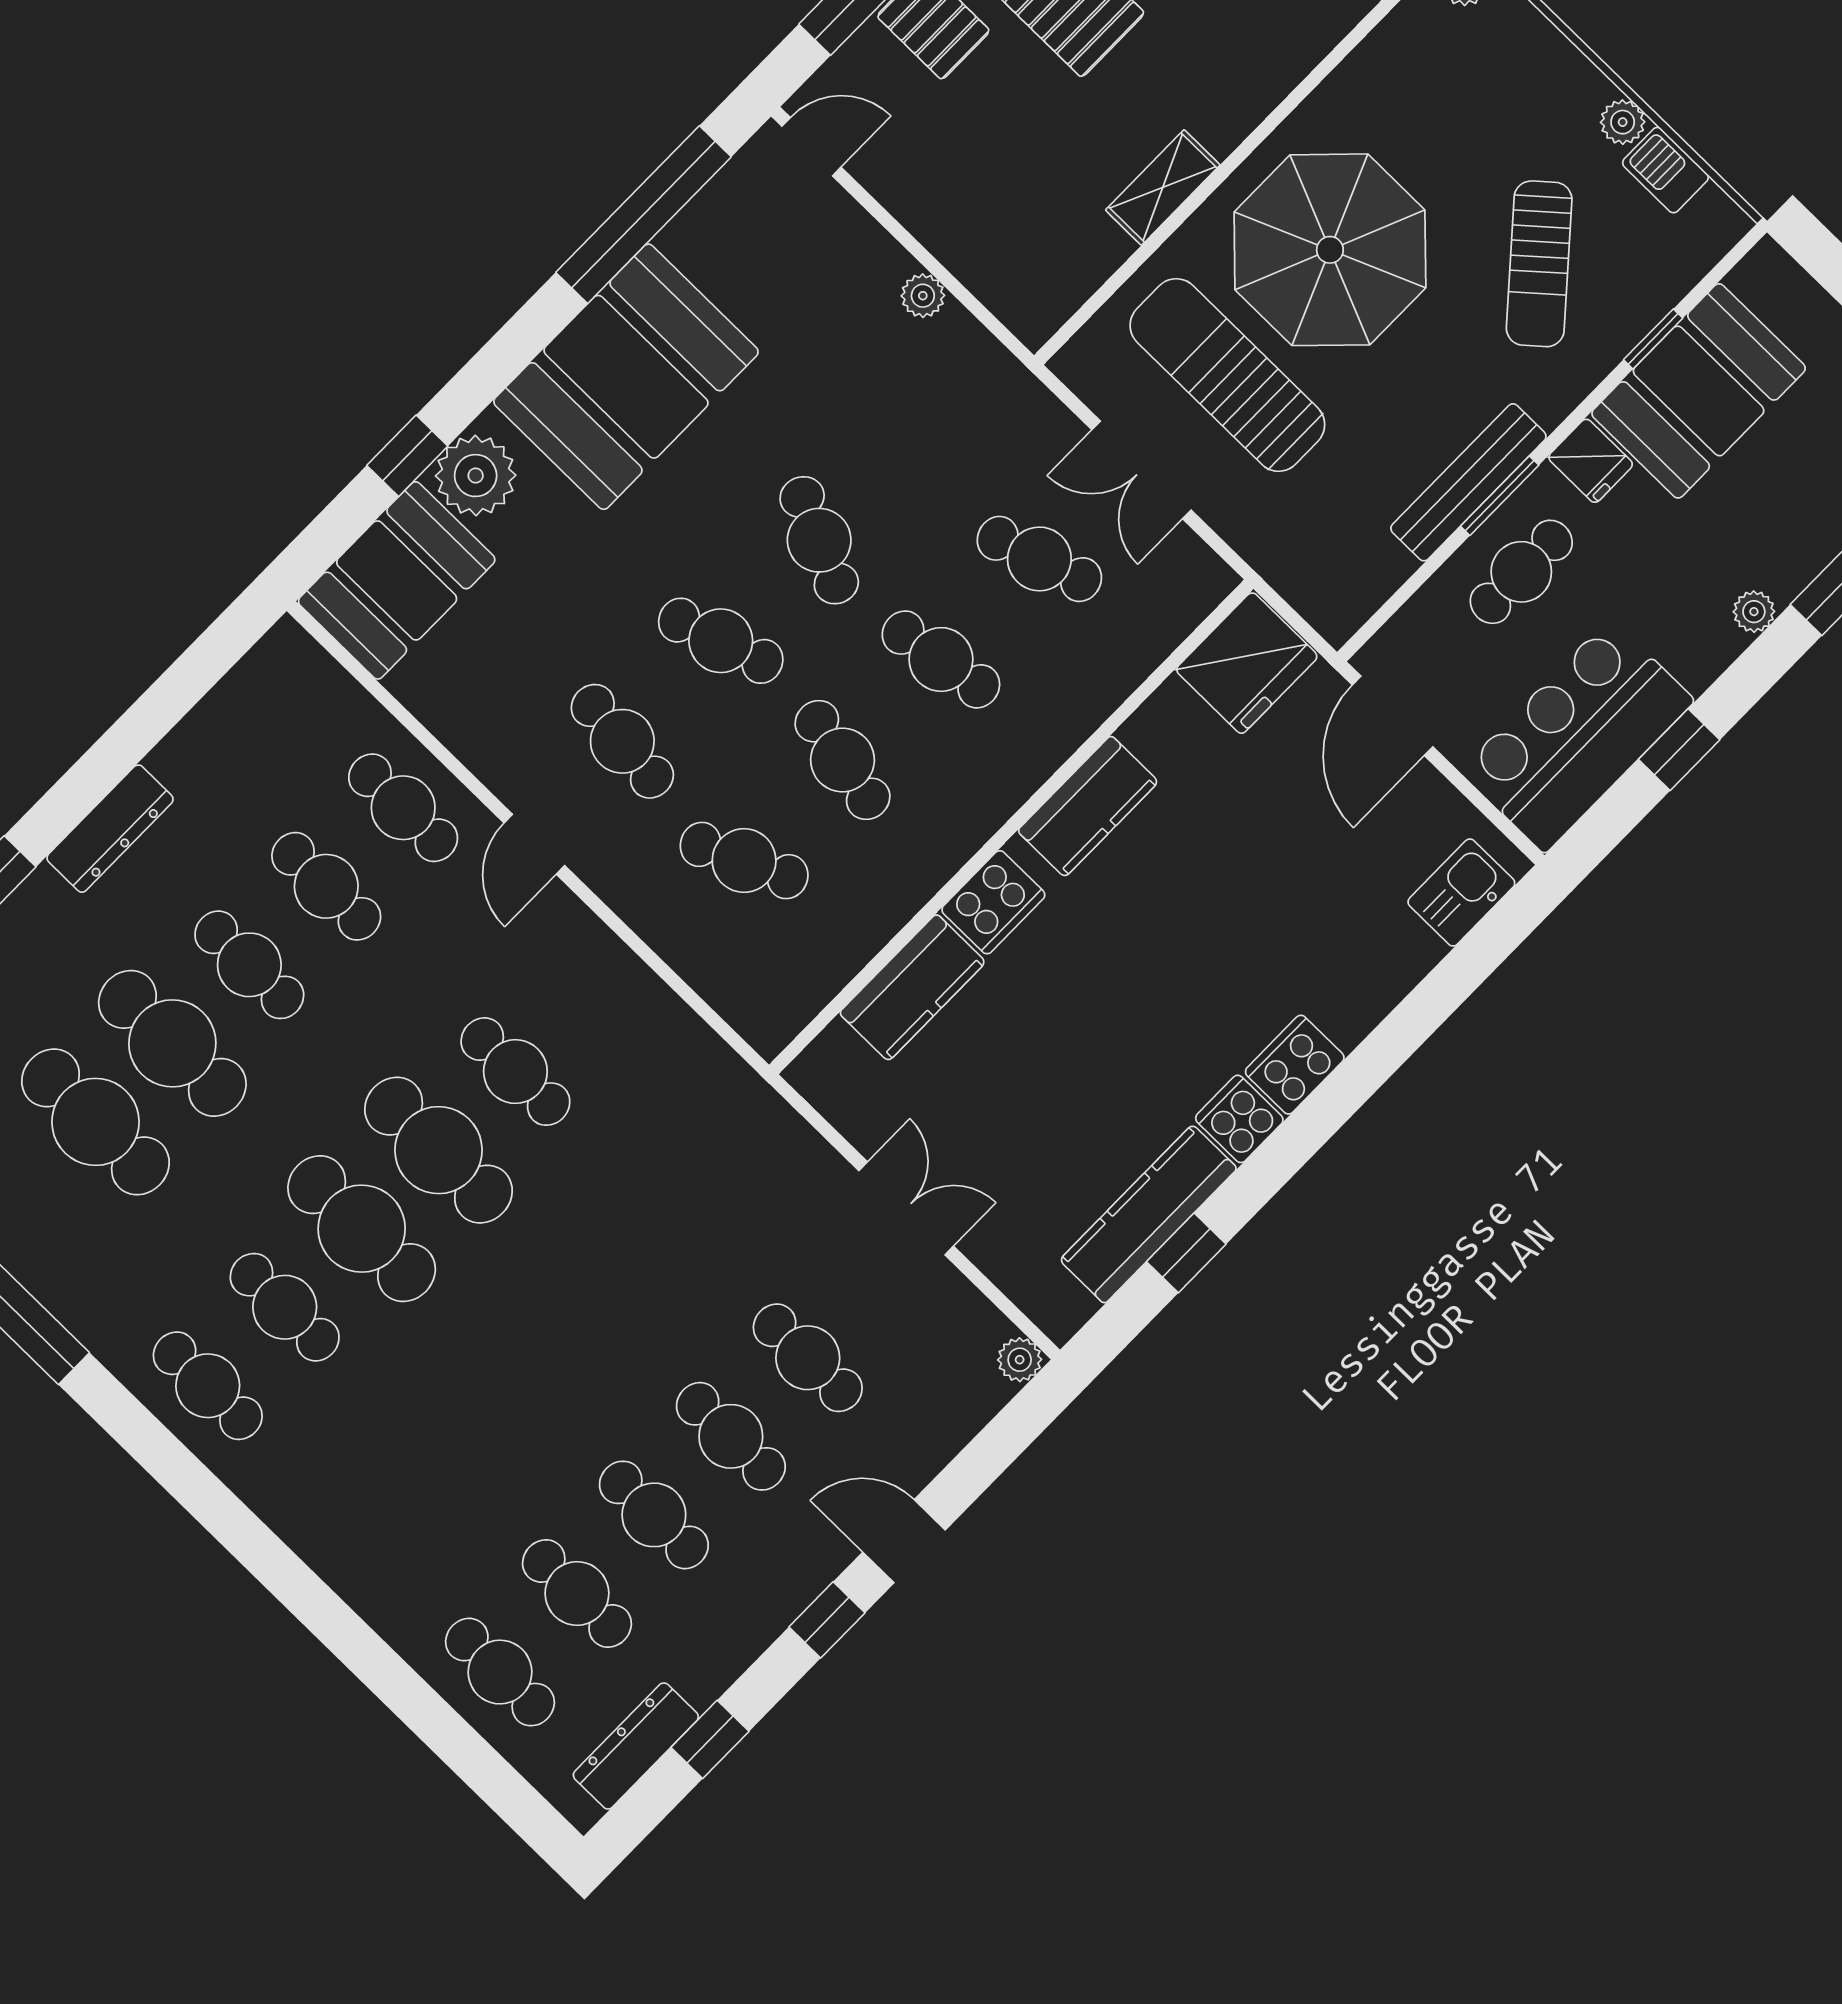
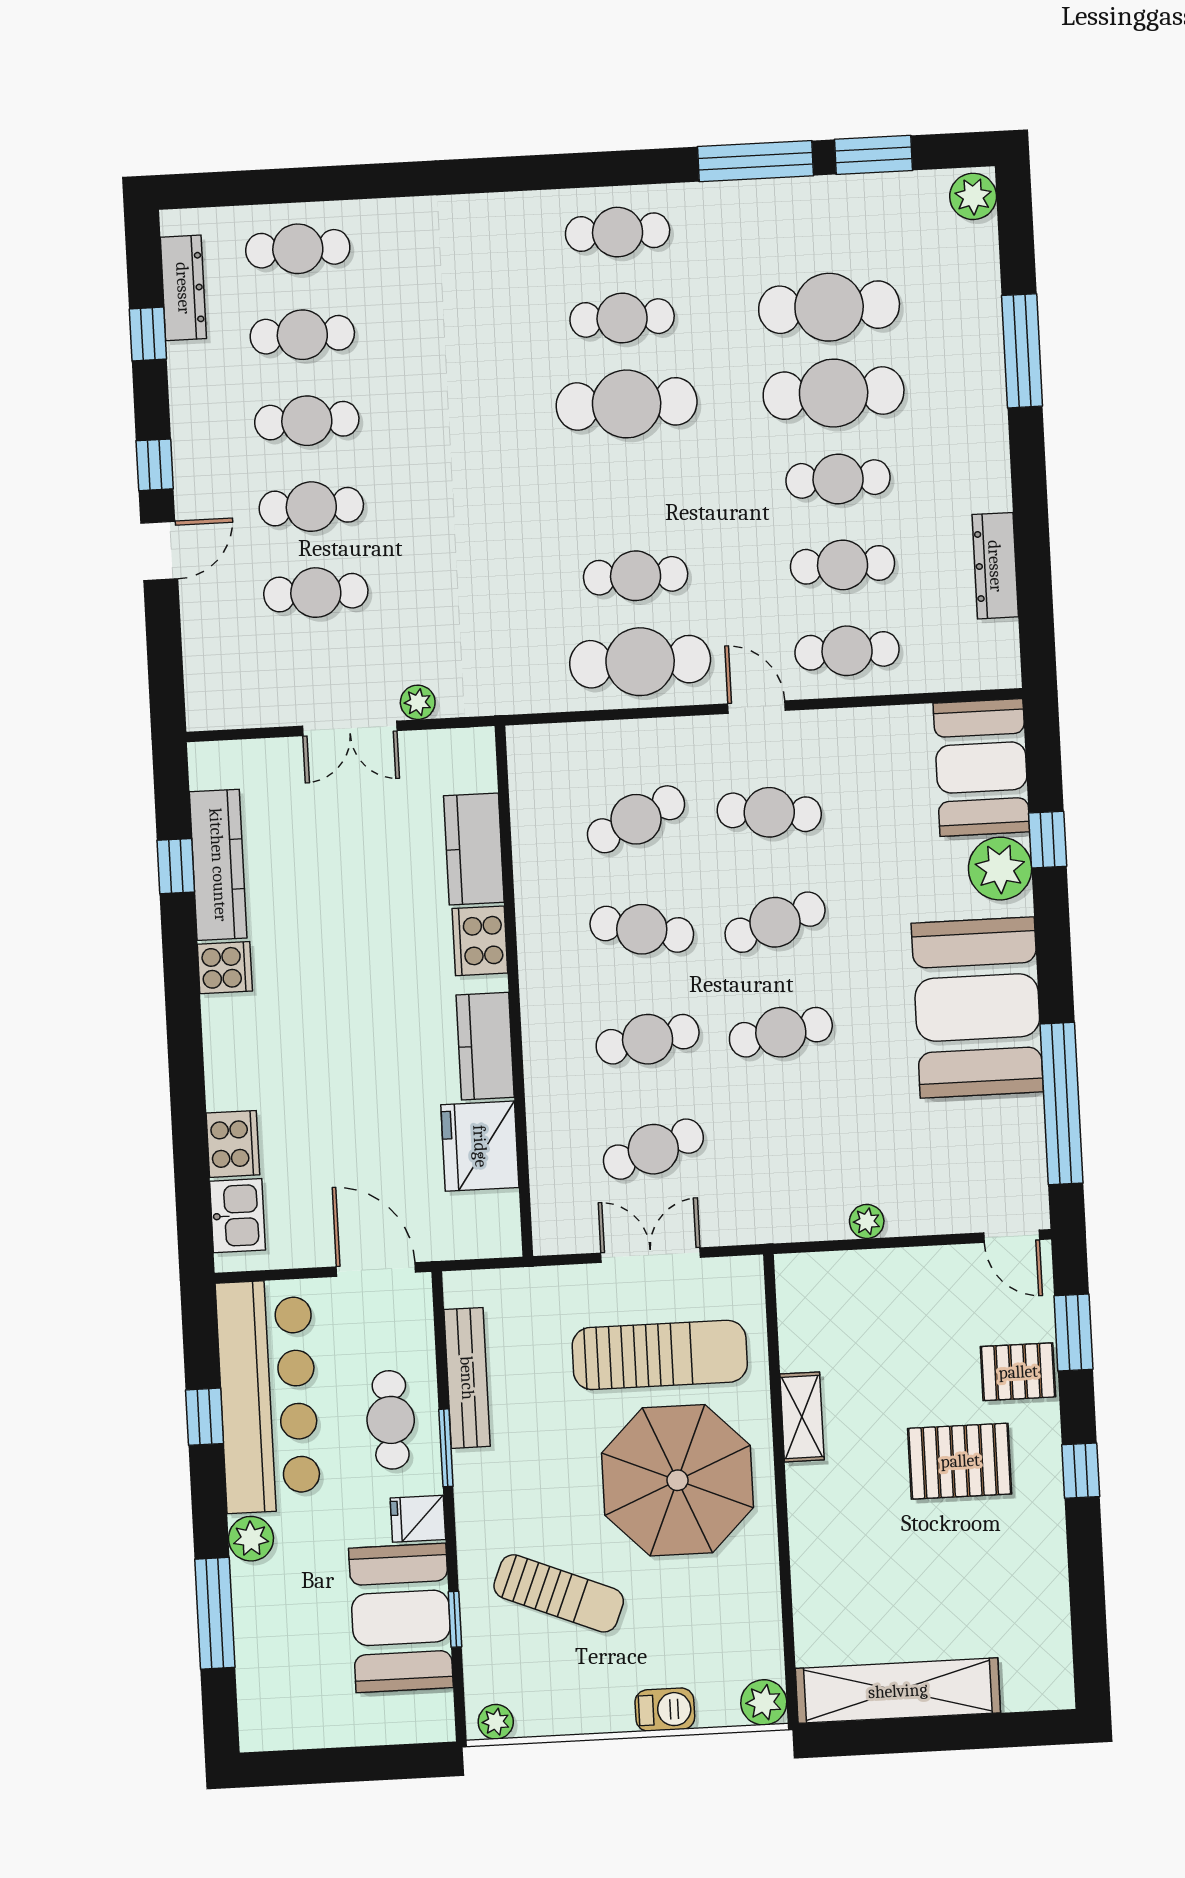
plant: (1623, 122) -> (496, 1722), moved
door: (811, 147) -> (1012, 1236), hinge flipped
barbecue: (1665, 170) -> (665, 1710), moved
sun lounger: (1539, 264) -> (559, 1593), turned 153
bench: (1468, 482) -> (467, 1378), moved
cafe table: (819, 540) -> (781, 1032), turned -33
plant: (1754, 612) -> (251, 1539), width x1.38, depth x1.38
fridge: (1247, 663) -> (480, 1146), moved
bar counter: (1577, 736) -> (268, 1396), width x1.36
dresser: (110, 829) -> (995, 566), moved
cooker: (1295, 1065) -> (233, 1144), moved
cafe table: (439, 1150) -> (640, 662), moved
plant: (1020, 1360) -> (418, 702), moved

